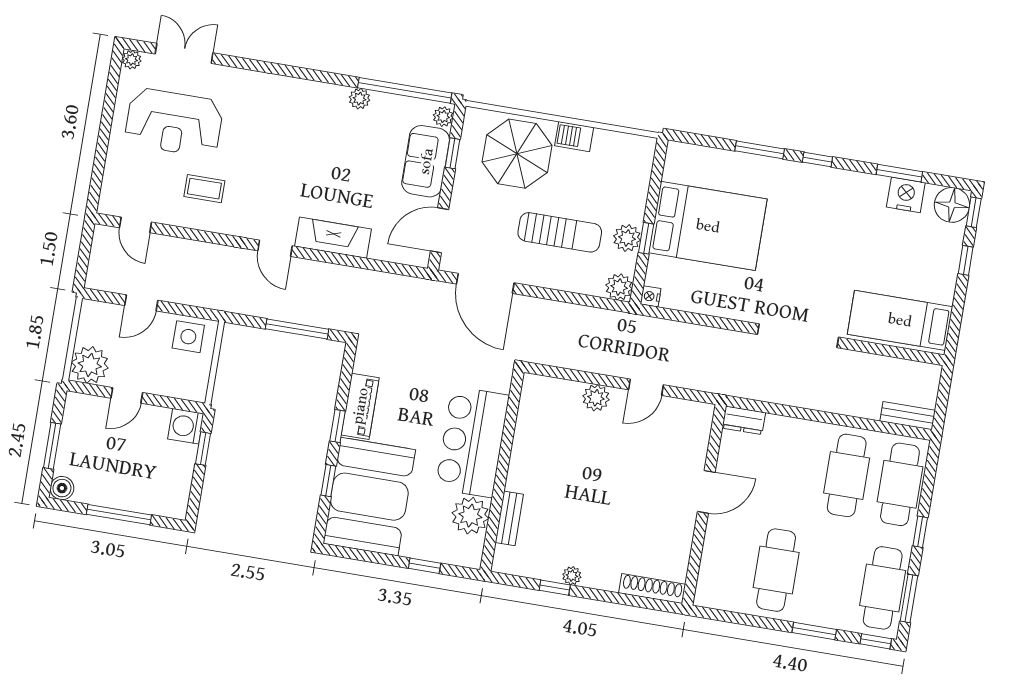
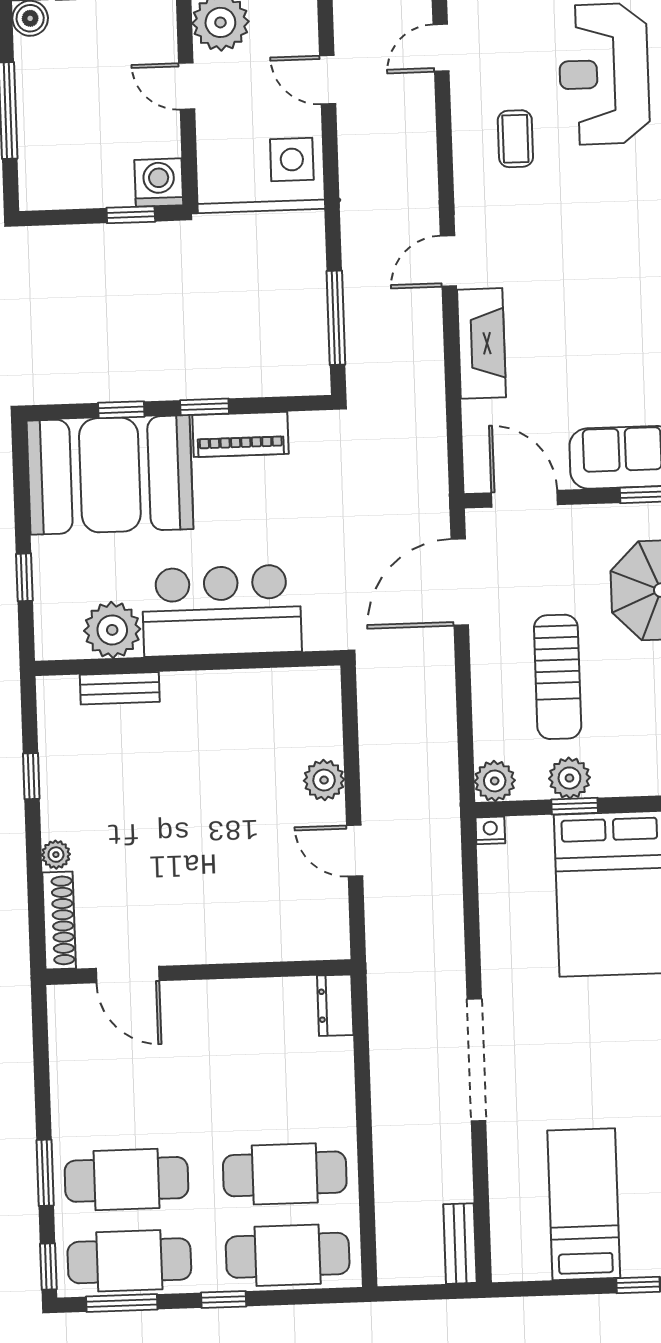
bed: (900, 320) -> (584, 1204), moved
bench: (908, 416) -> (460, 1244), moved
door: (706, 492) -> (128, 974), moved
cafe table: (776, 570) -> (126, 1179), moved
plant: (572, 576) -> (56, 855), moved

